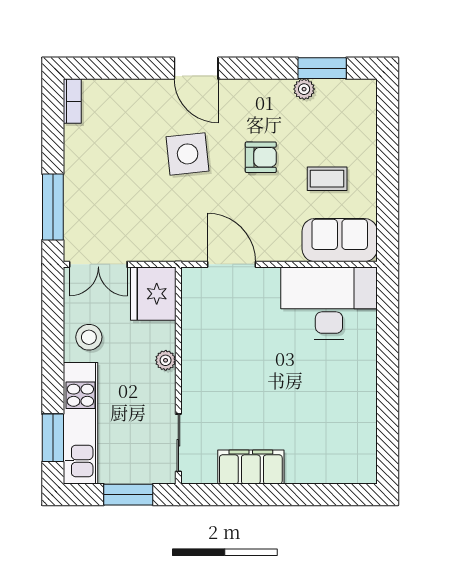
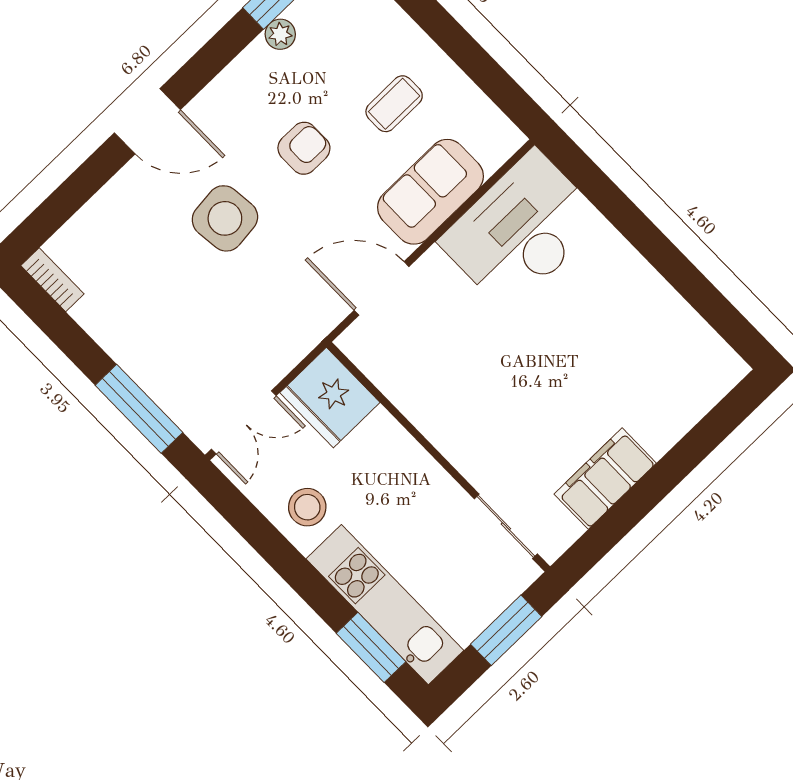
sofa: (340, 240) -> (431, 192), moved
plant: (166, 360) -> (410, 454), removed

